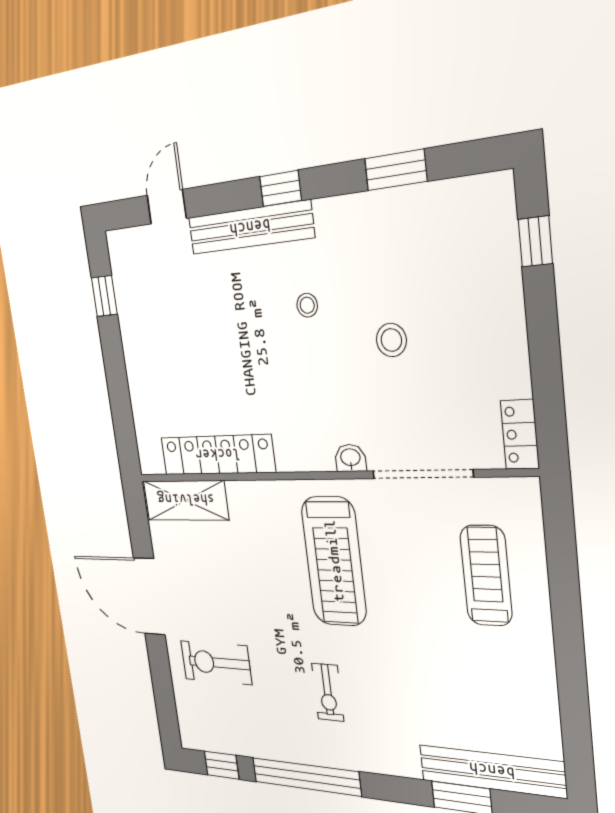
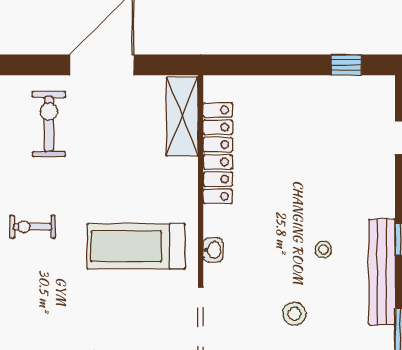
bench: (250, 228) -> (382, 272), moved
washbasin: (350, 458) -> (213, 250), moved

